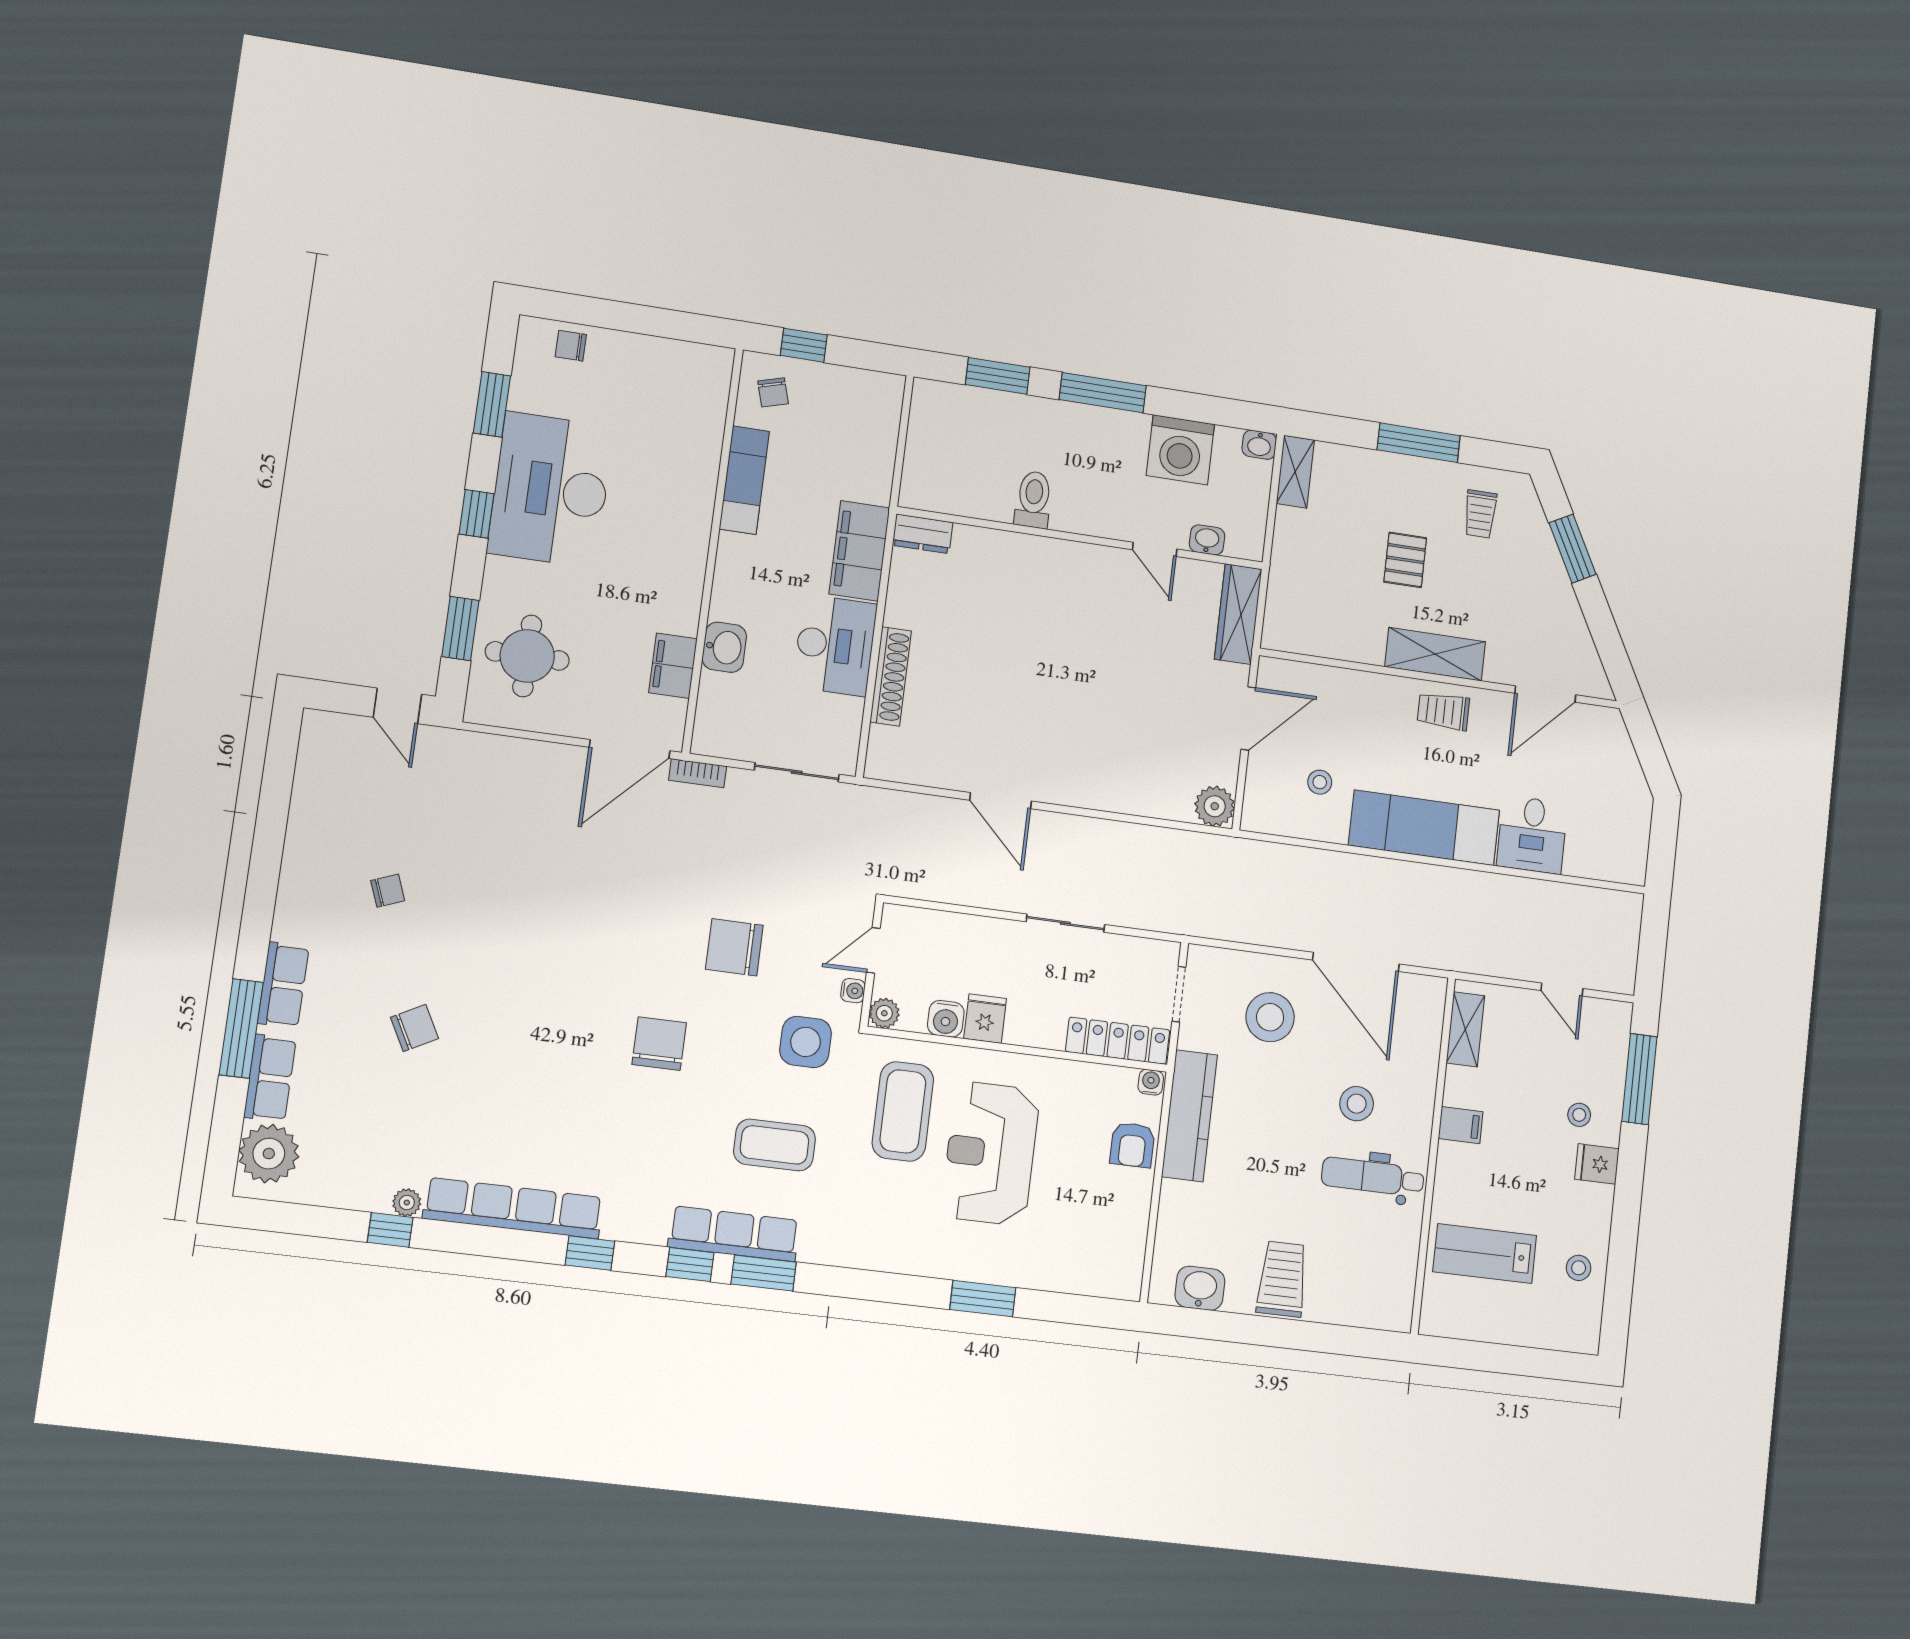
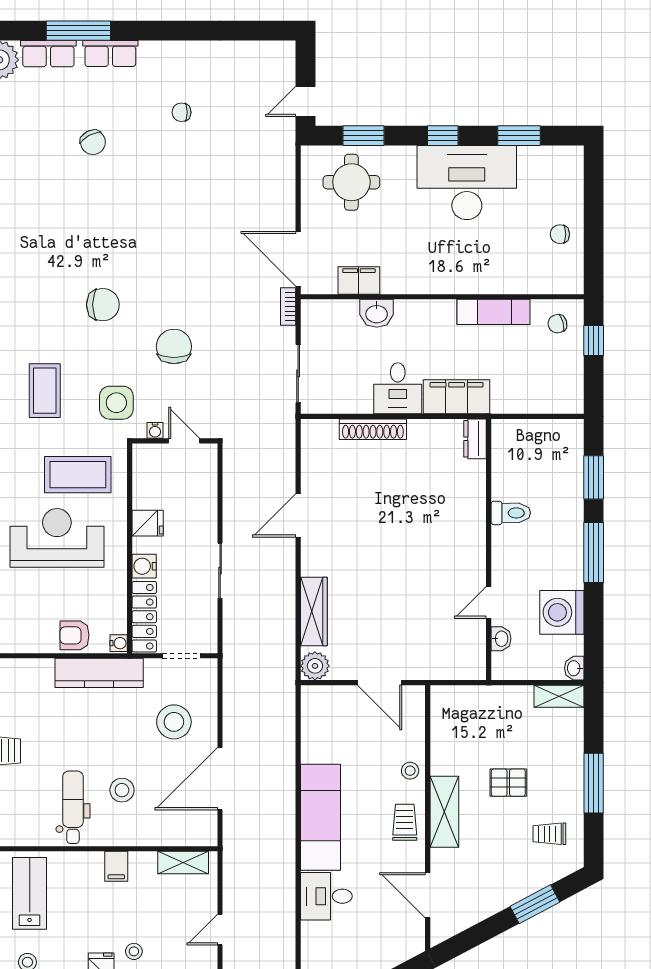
chair: (571, 346) -> (560, 234), moved, turned -90
wardrobe: (1238, 614) -> (314, 612), moved, turned 90
desk: (835, 645) -> (398, 388), width x0.73
stool: (1320, 782) -> (410, 771), moved
chair: (388, 891) -> (181, 112), turned 111
plant: (884, 1013) -> (142, 454), removed
water cooler: (946, 1019) -> (144, 566), moved

